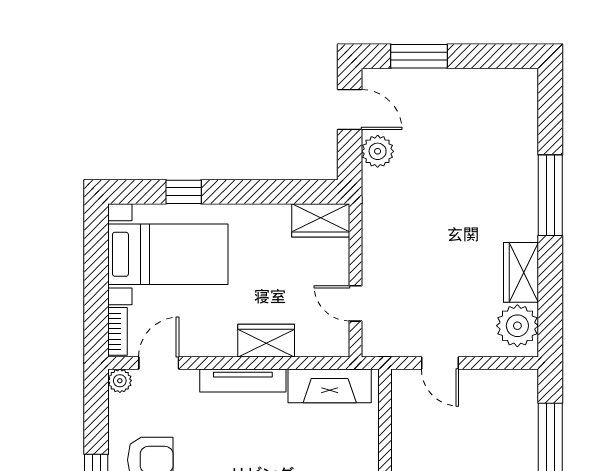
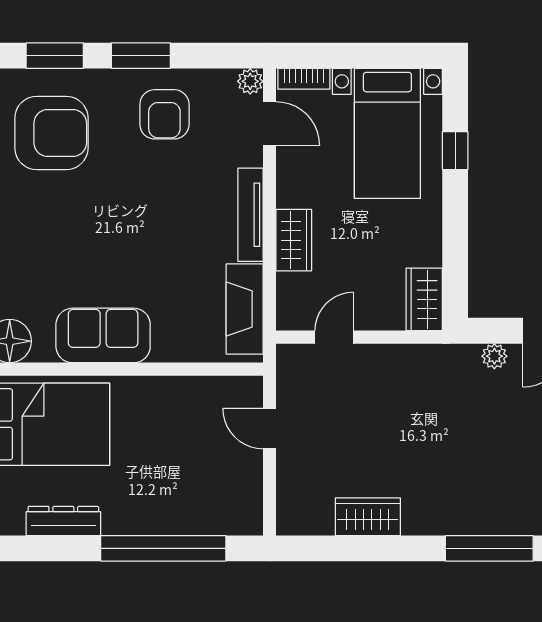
plant: (378, 151) -> (494, 356), width x0.73, depth x0.73
window: (550, 195) -> (489, 548), moved
plant: (517, 326) -> (310, 513), removed
door: (440, 363) -> (270, 429), hinge flipped

